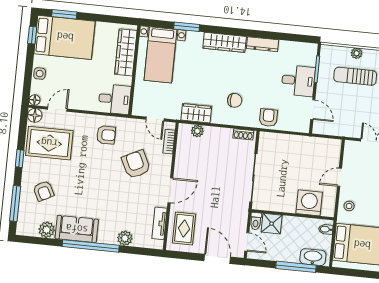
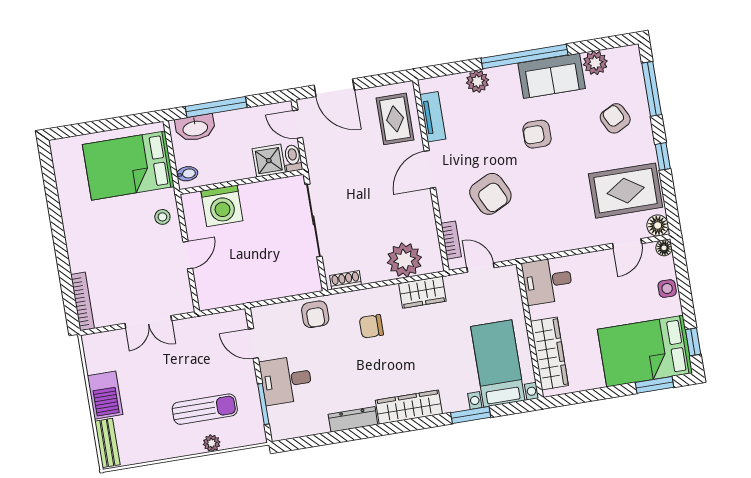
plant: (197, 131) -> (404, 260), width x1.88, depth x1.88
armchair: (106, 135) -> (537, 134), moved

